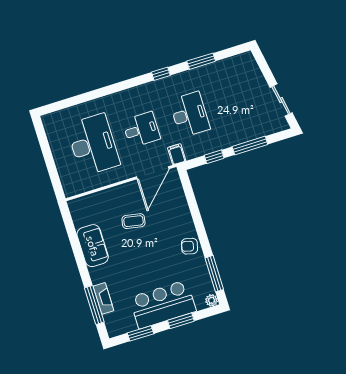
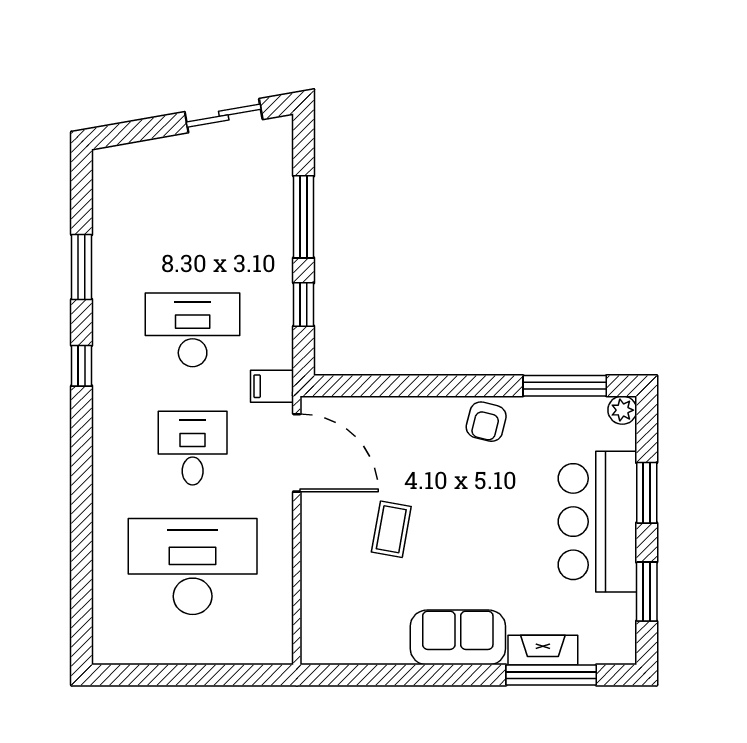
sofa: (93, 246) -> (458, 637), moved

